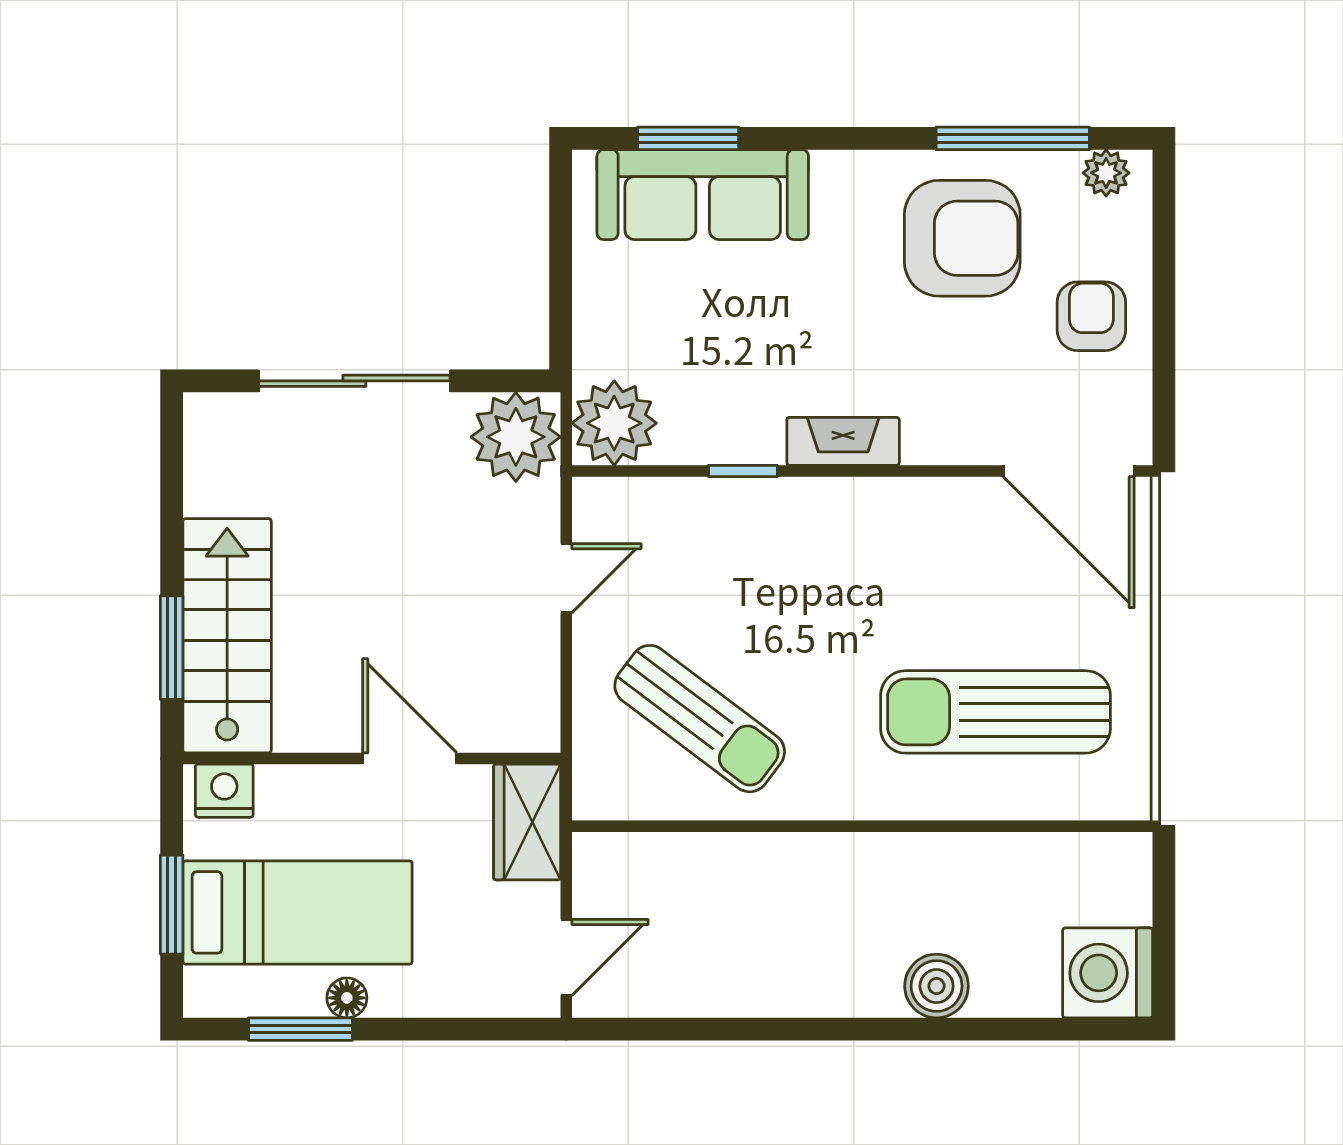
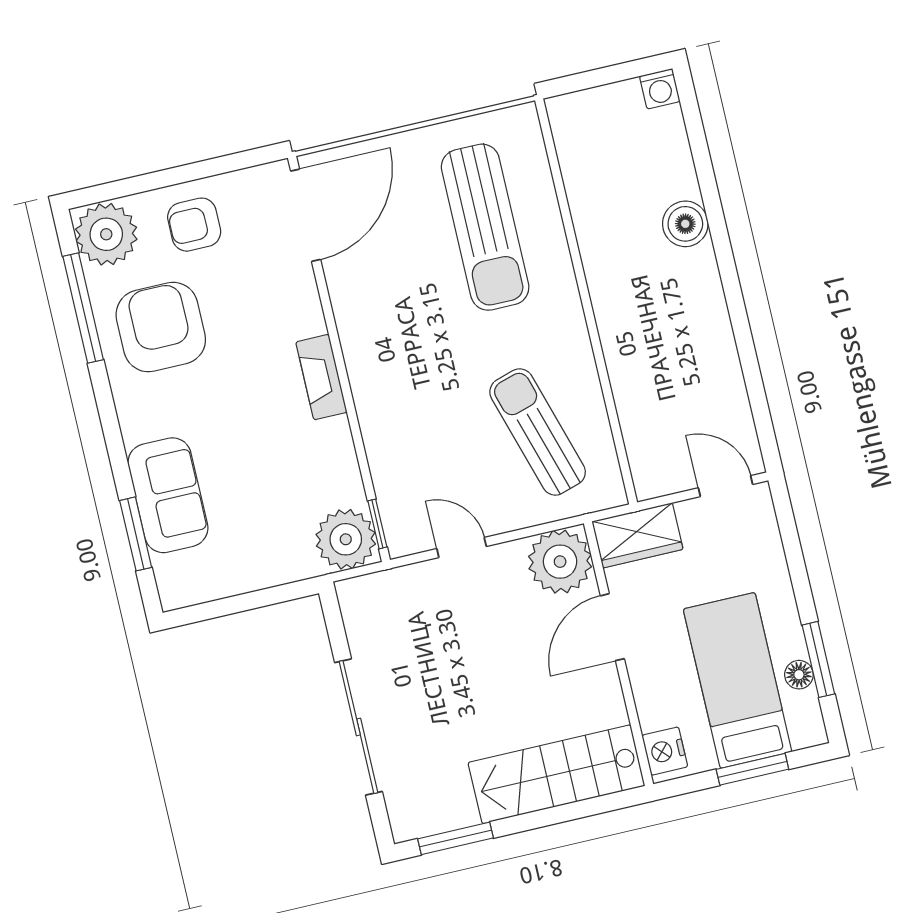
plant: (1106, 173) -> (106, 234), width x1.87, depth x1.87
sofa: (703, 195) -> (168, 495), width x0.73
plant: (516, 437) -> (560, 562), moved
window: (743, 471) -> (377, 524), moved
window: (172, 648) -> (455, 838), moved
sun lounger: (700, 719) -> (538, 432), turned -54
washing machine: (1108, 973) -> (660, 89), width x0.53, depth x0.53
floor lamp: (347, 998) -> (799, 675), moved

